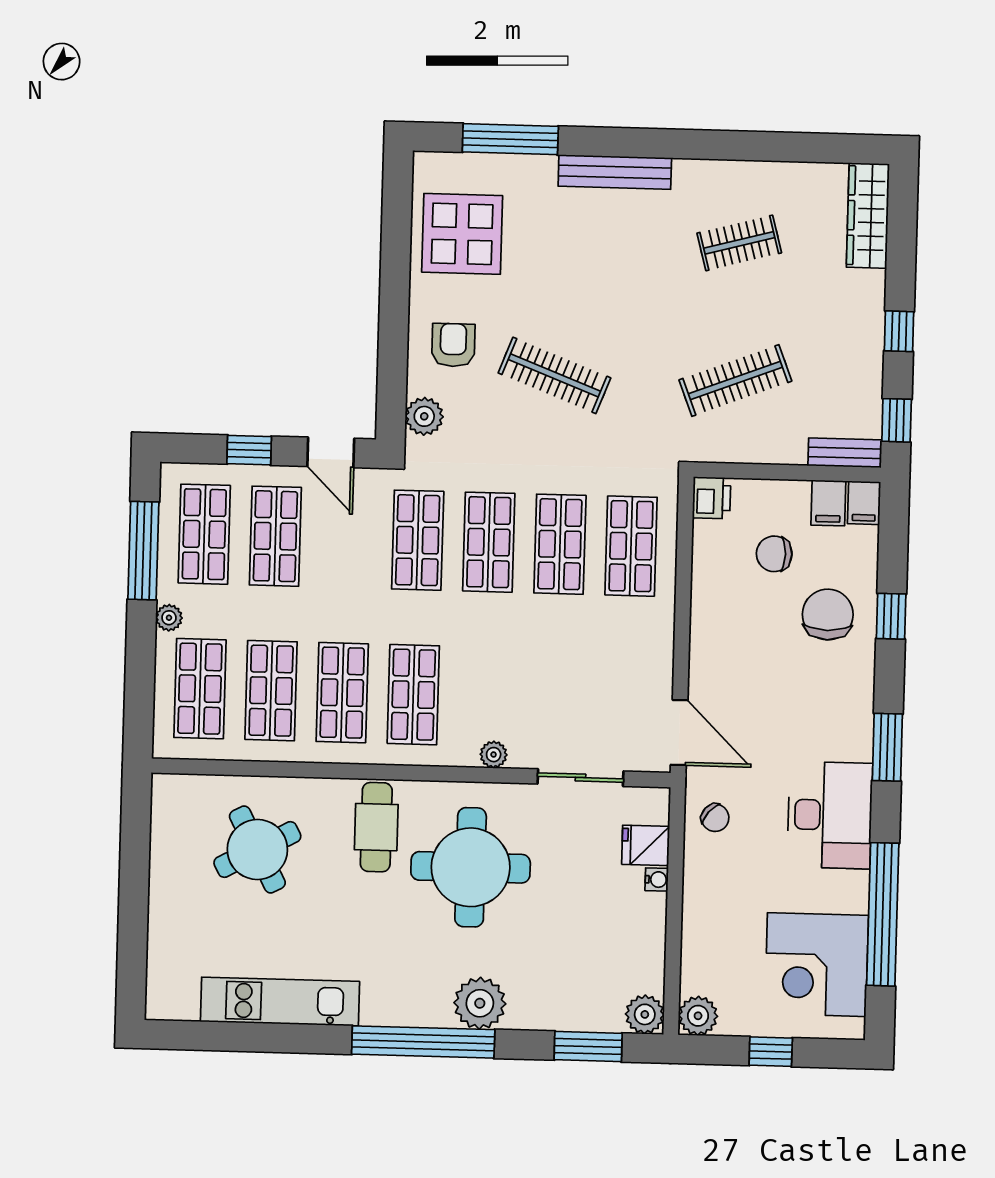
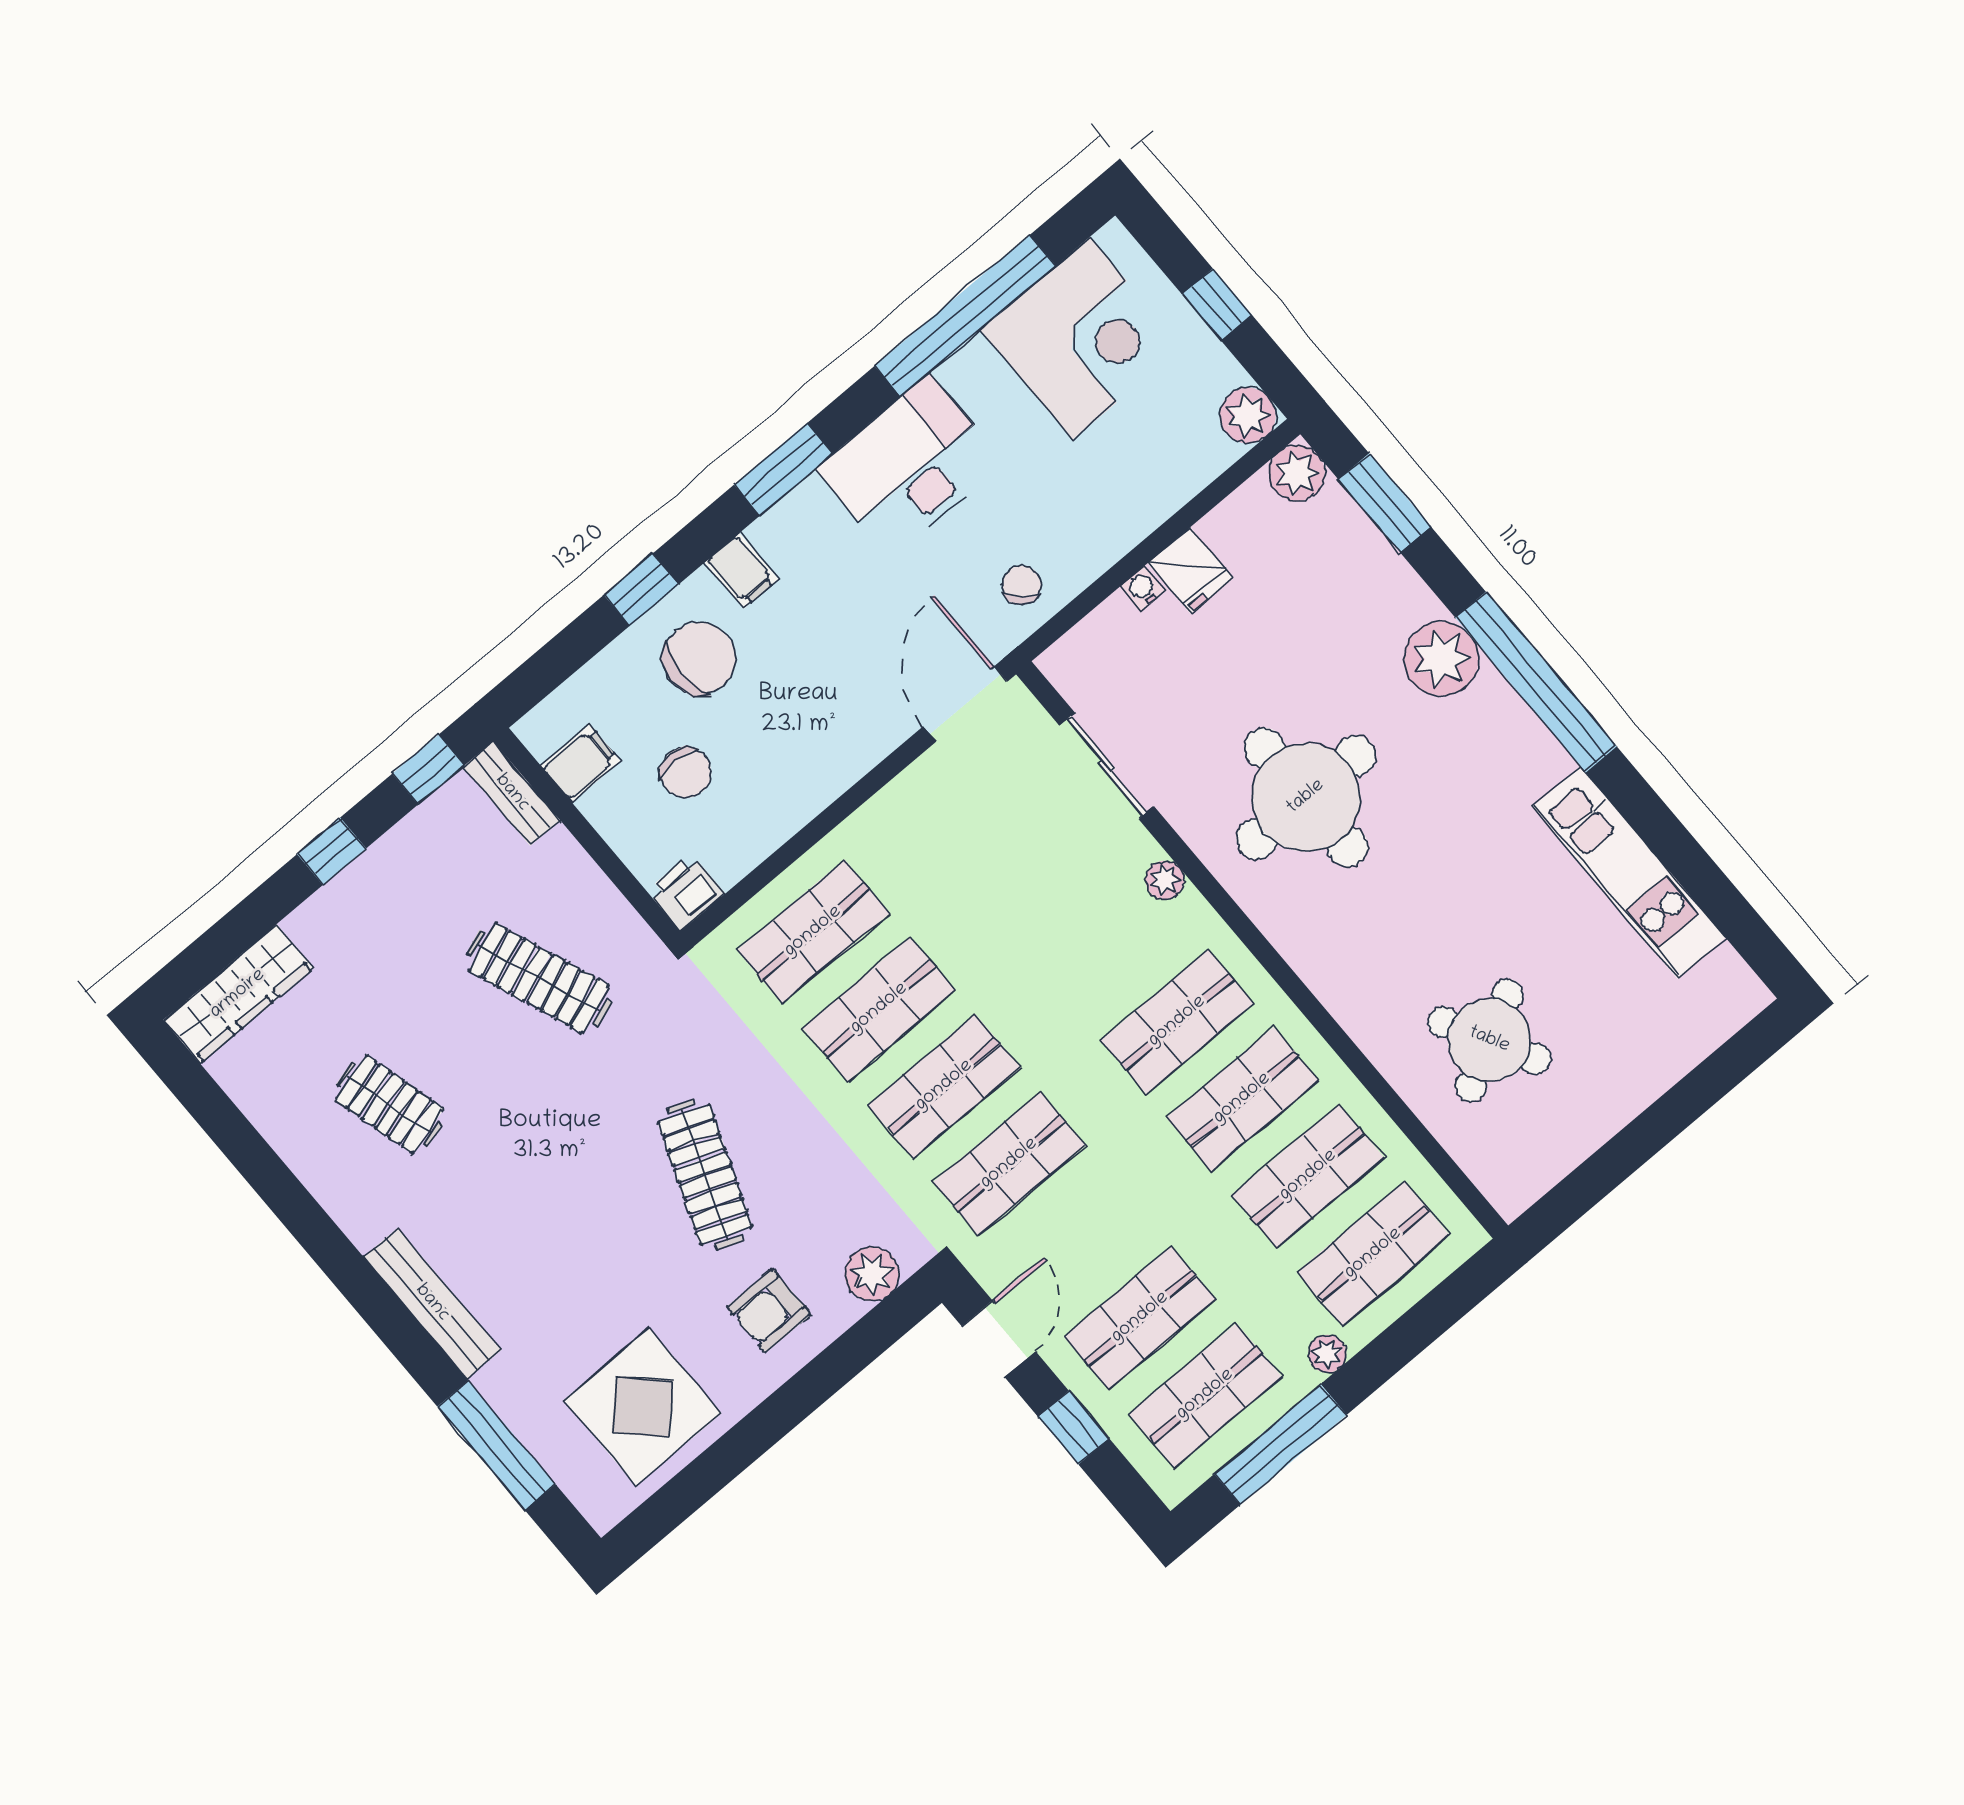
filing cabinet: (864, 503) -> (742, 571), moved, turned 90
chair: (828, 614) -> (699, 658), turned 180
cafe table: (376, 827) -> (1353, 935), removed
fridge: (646, 845) -> (1190, 571), moved

